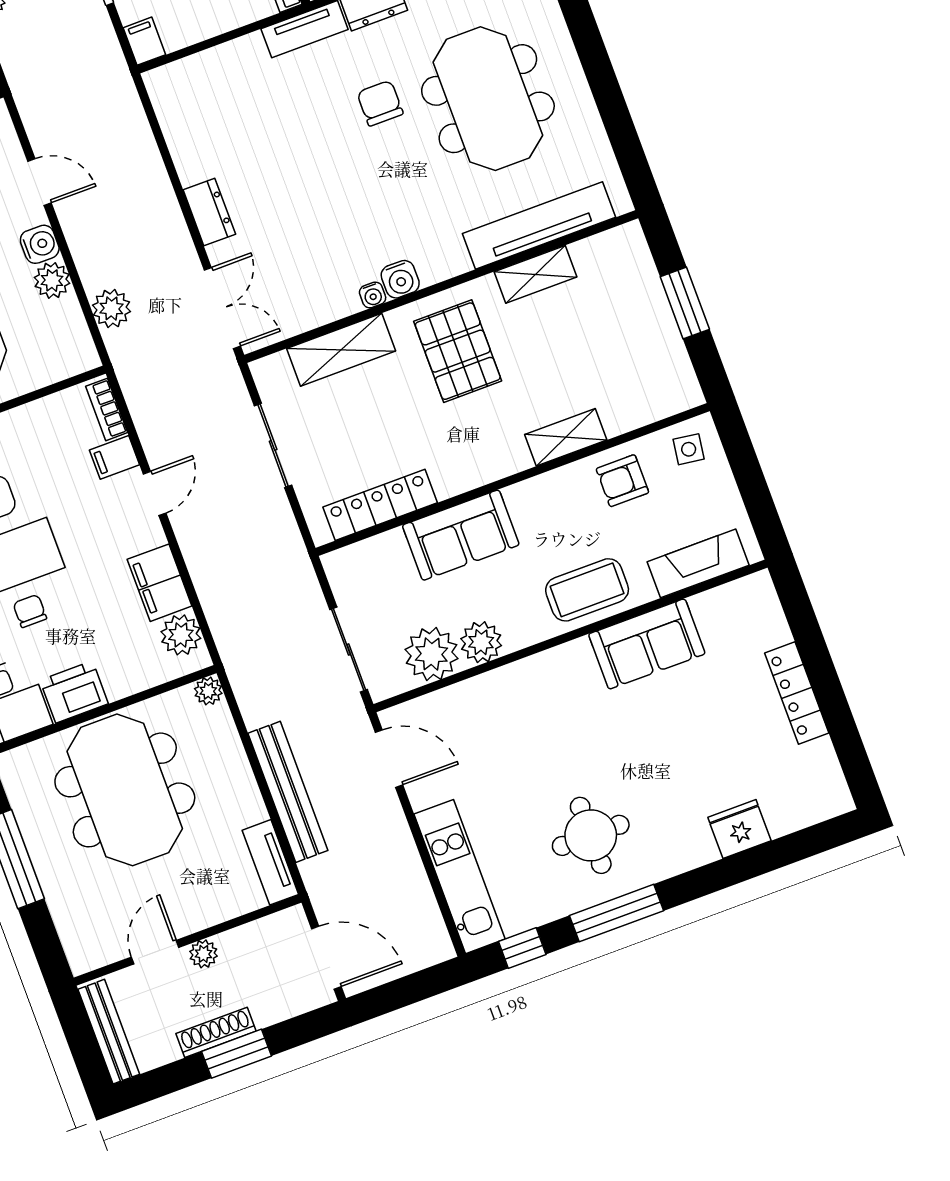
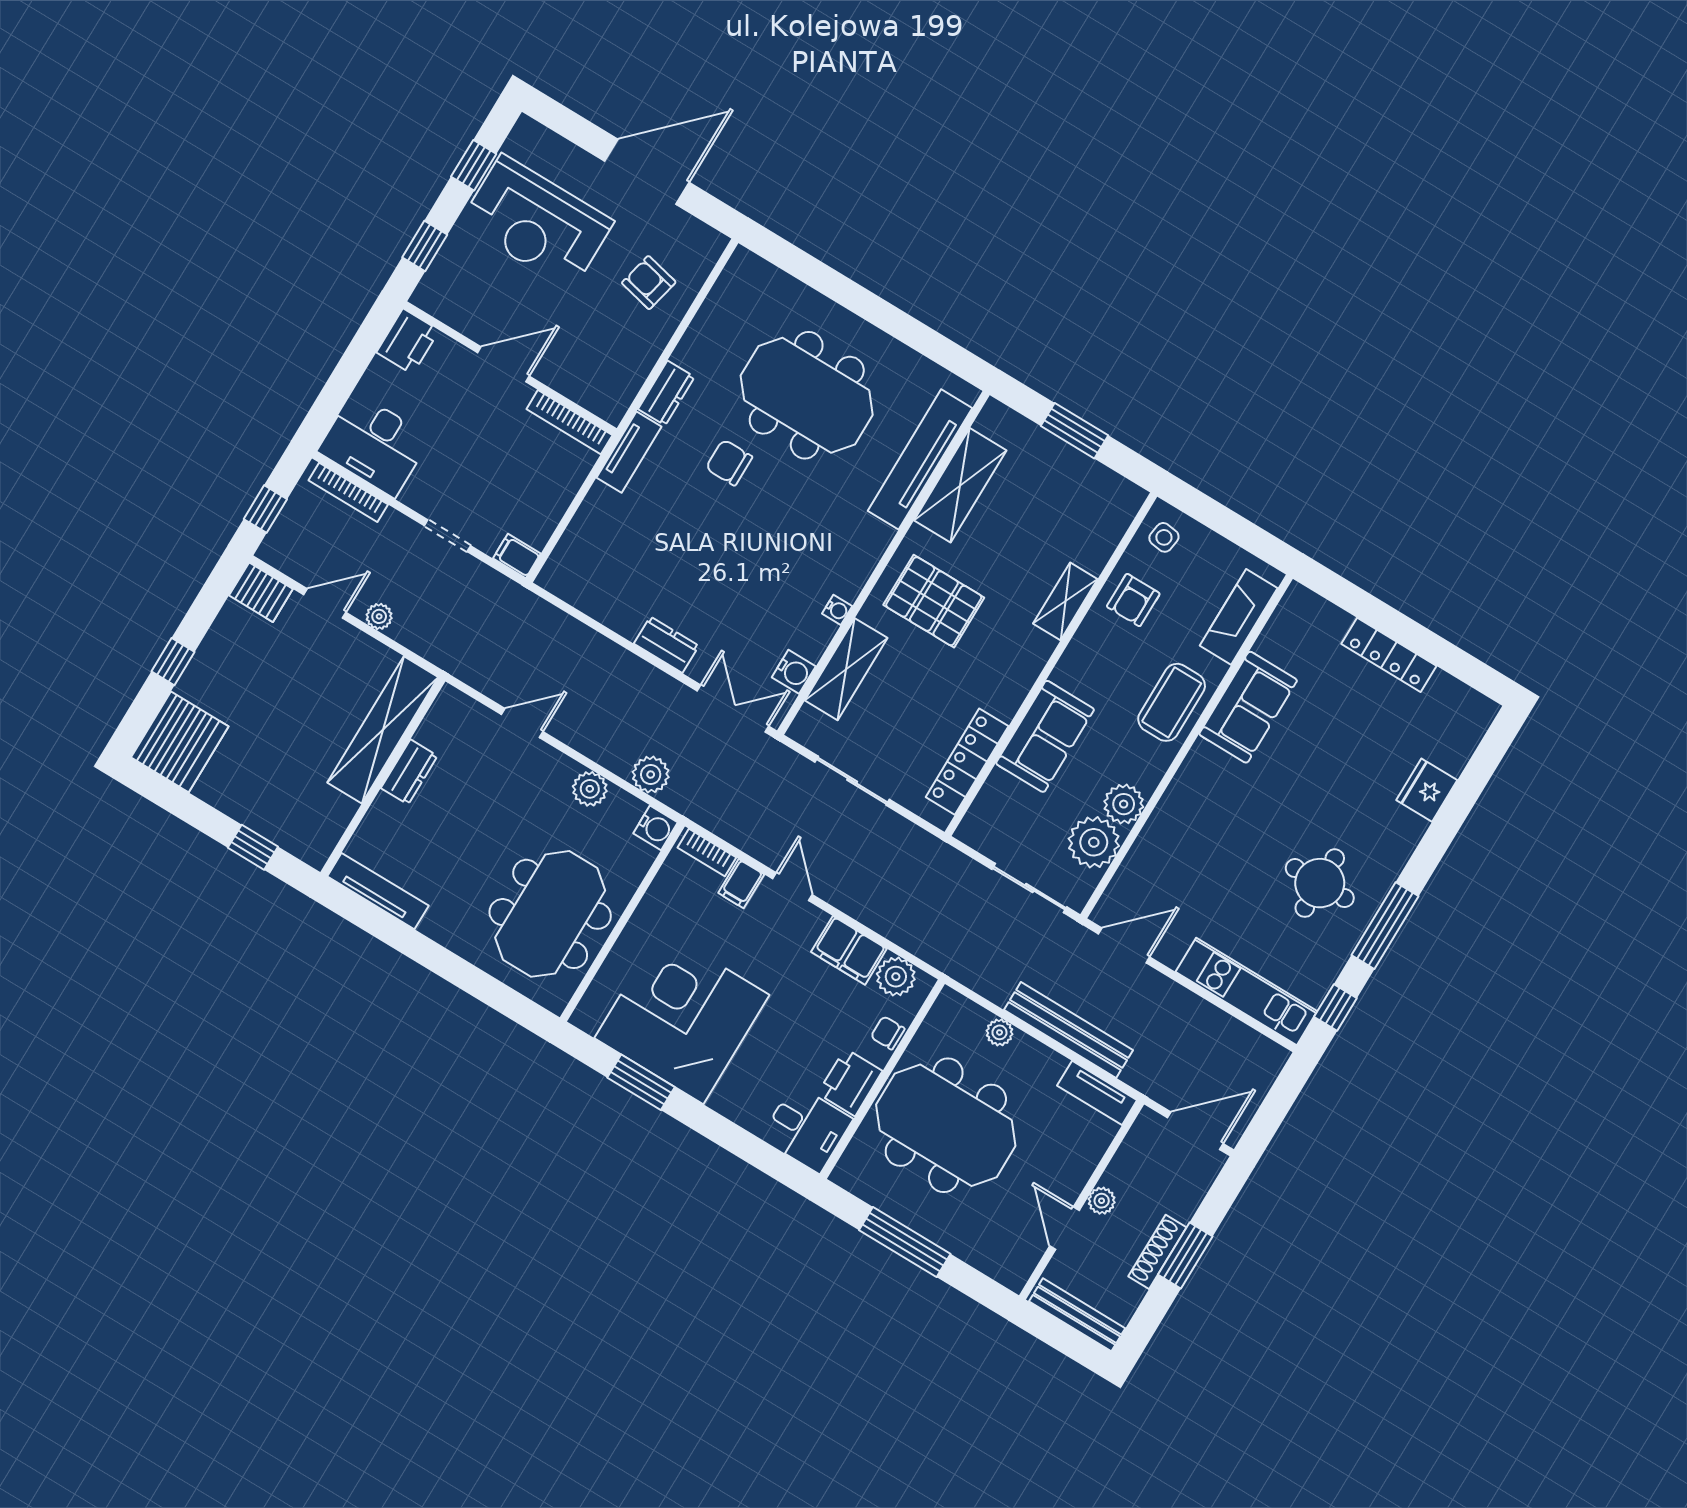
water cooler: (40, 244) -> (655, 828), moved, turned 90
shelving: (535, 274) -> (960, 485), width x1.50, depth x1.33
water cooler: (400, 279) -> (794, 672), moved
chair: (30, 611) -> (888, 1033), moved
plant: (208, 691) -> (999, 1032), moved

